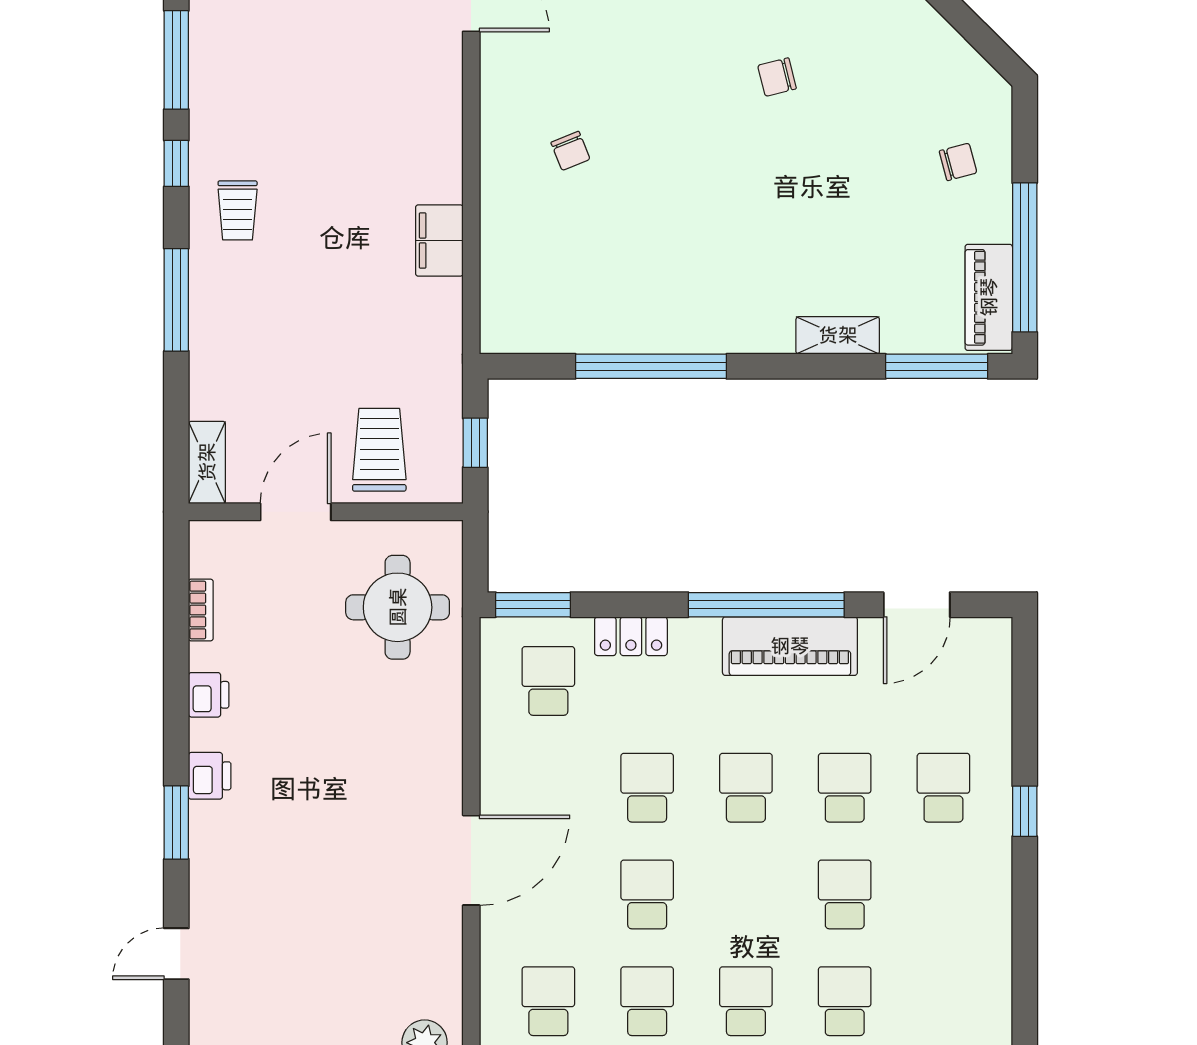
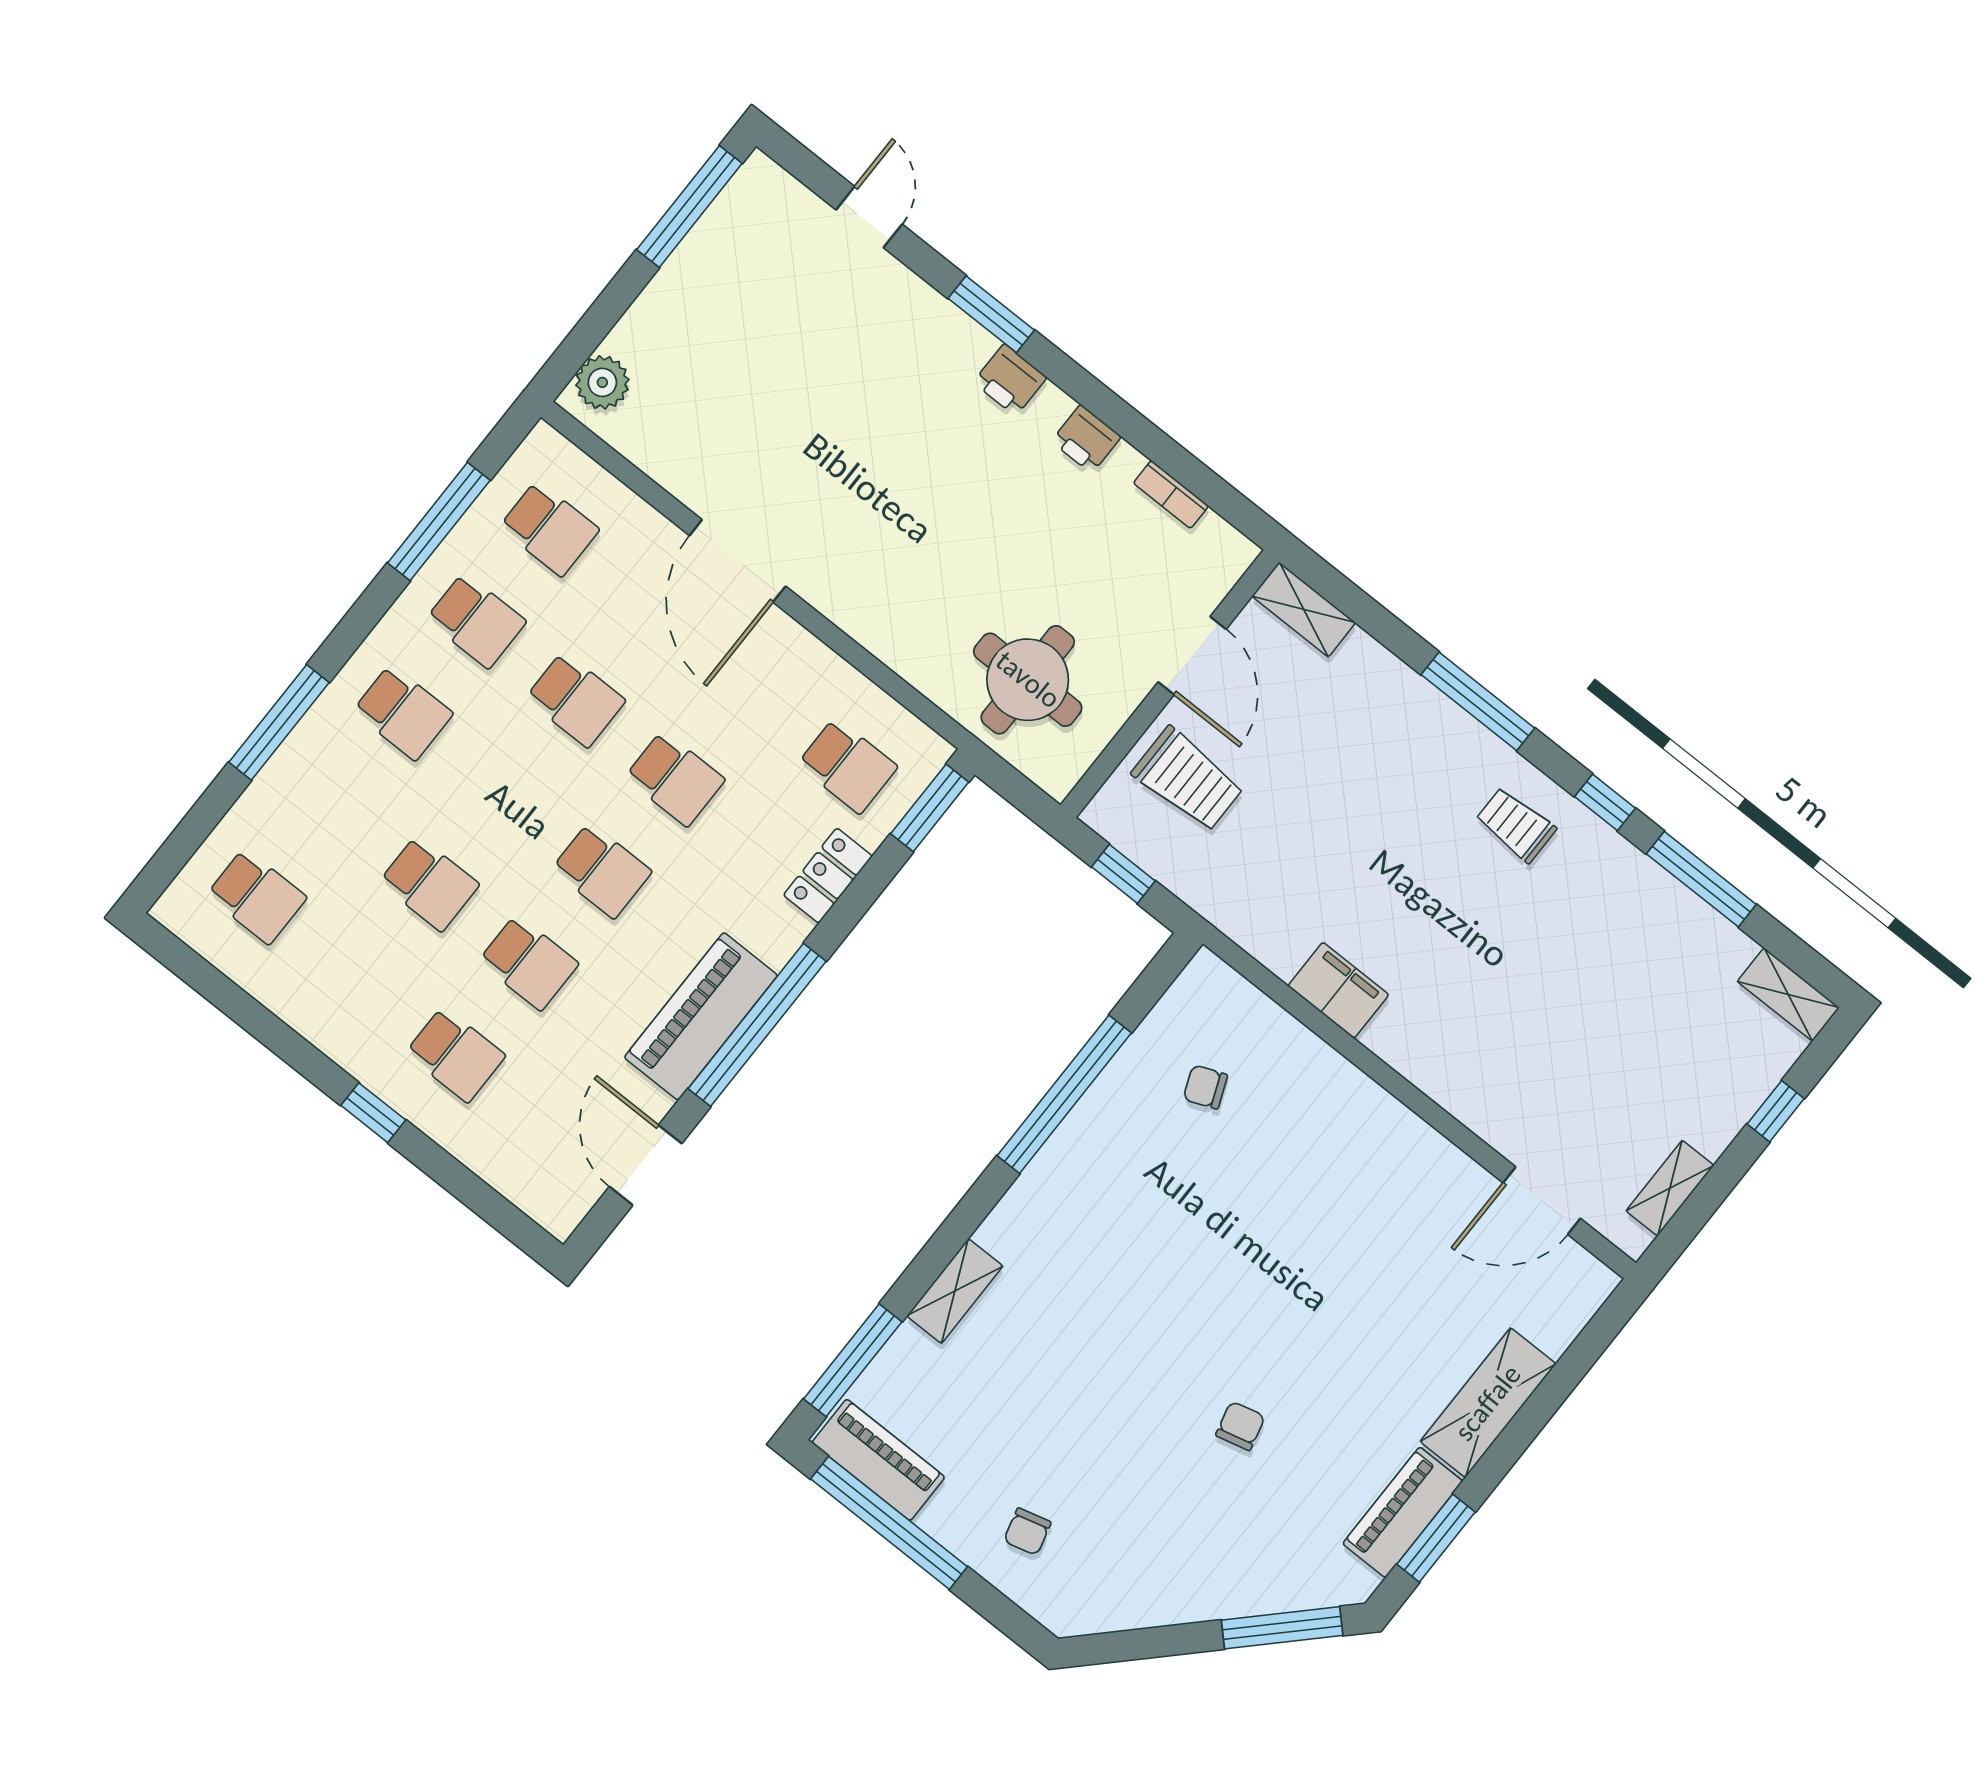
chair: (570, 151) -> (1205, 1087), moved
school desk: (845, 1001) -> (257, 896), moved

